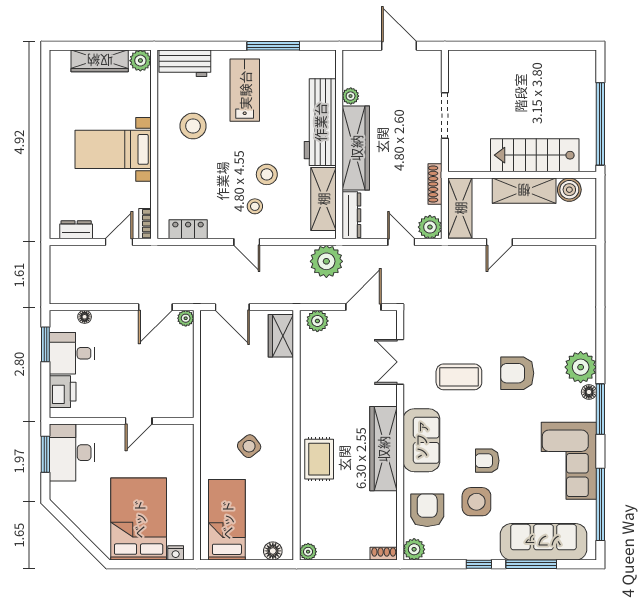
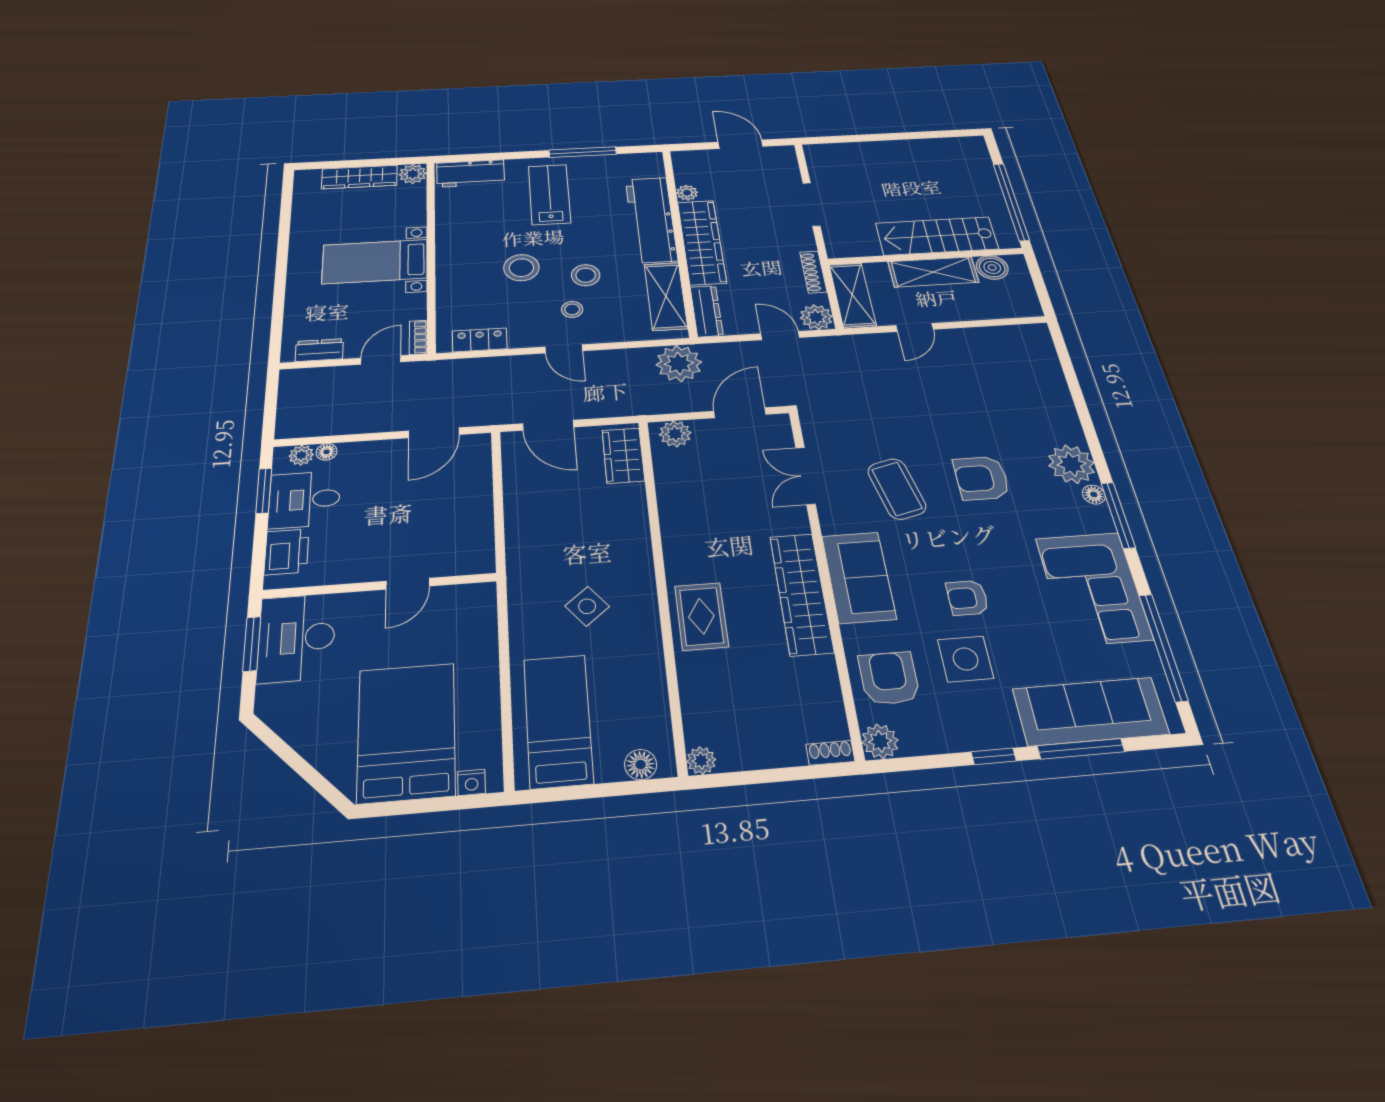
stool: (193, 126) -> (521, 268), moved
plant: (186, 318) -> (301, 455), moved
coffee table: (459, 377) -> (897, 489), turned 76

